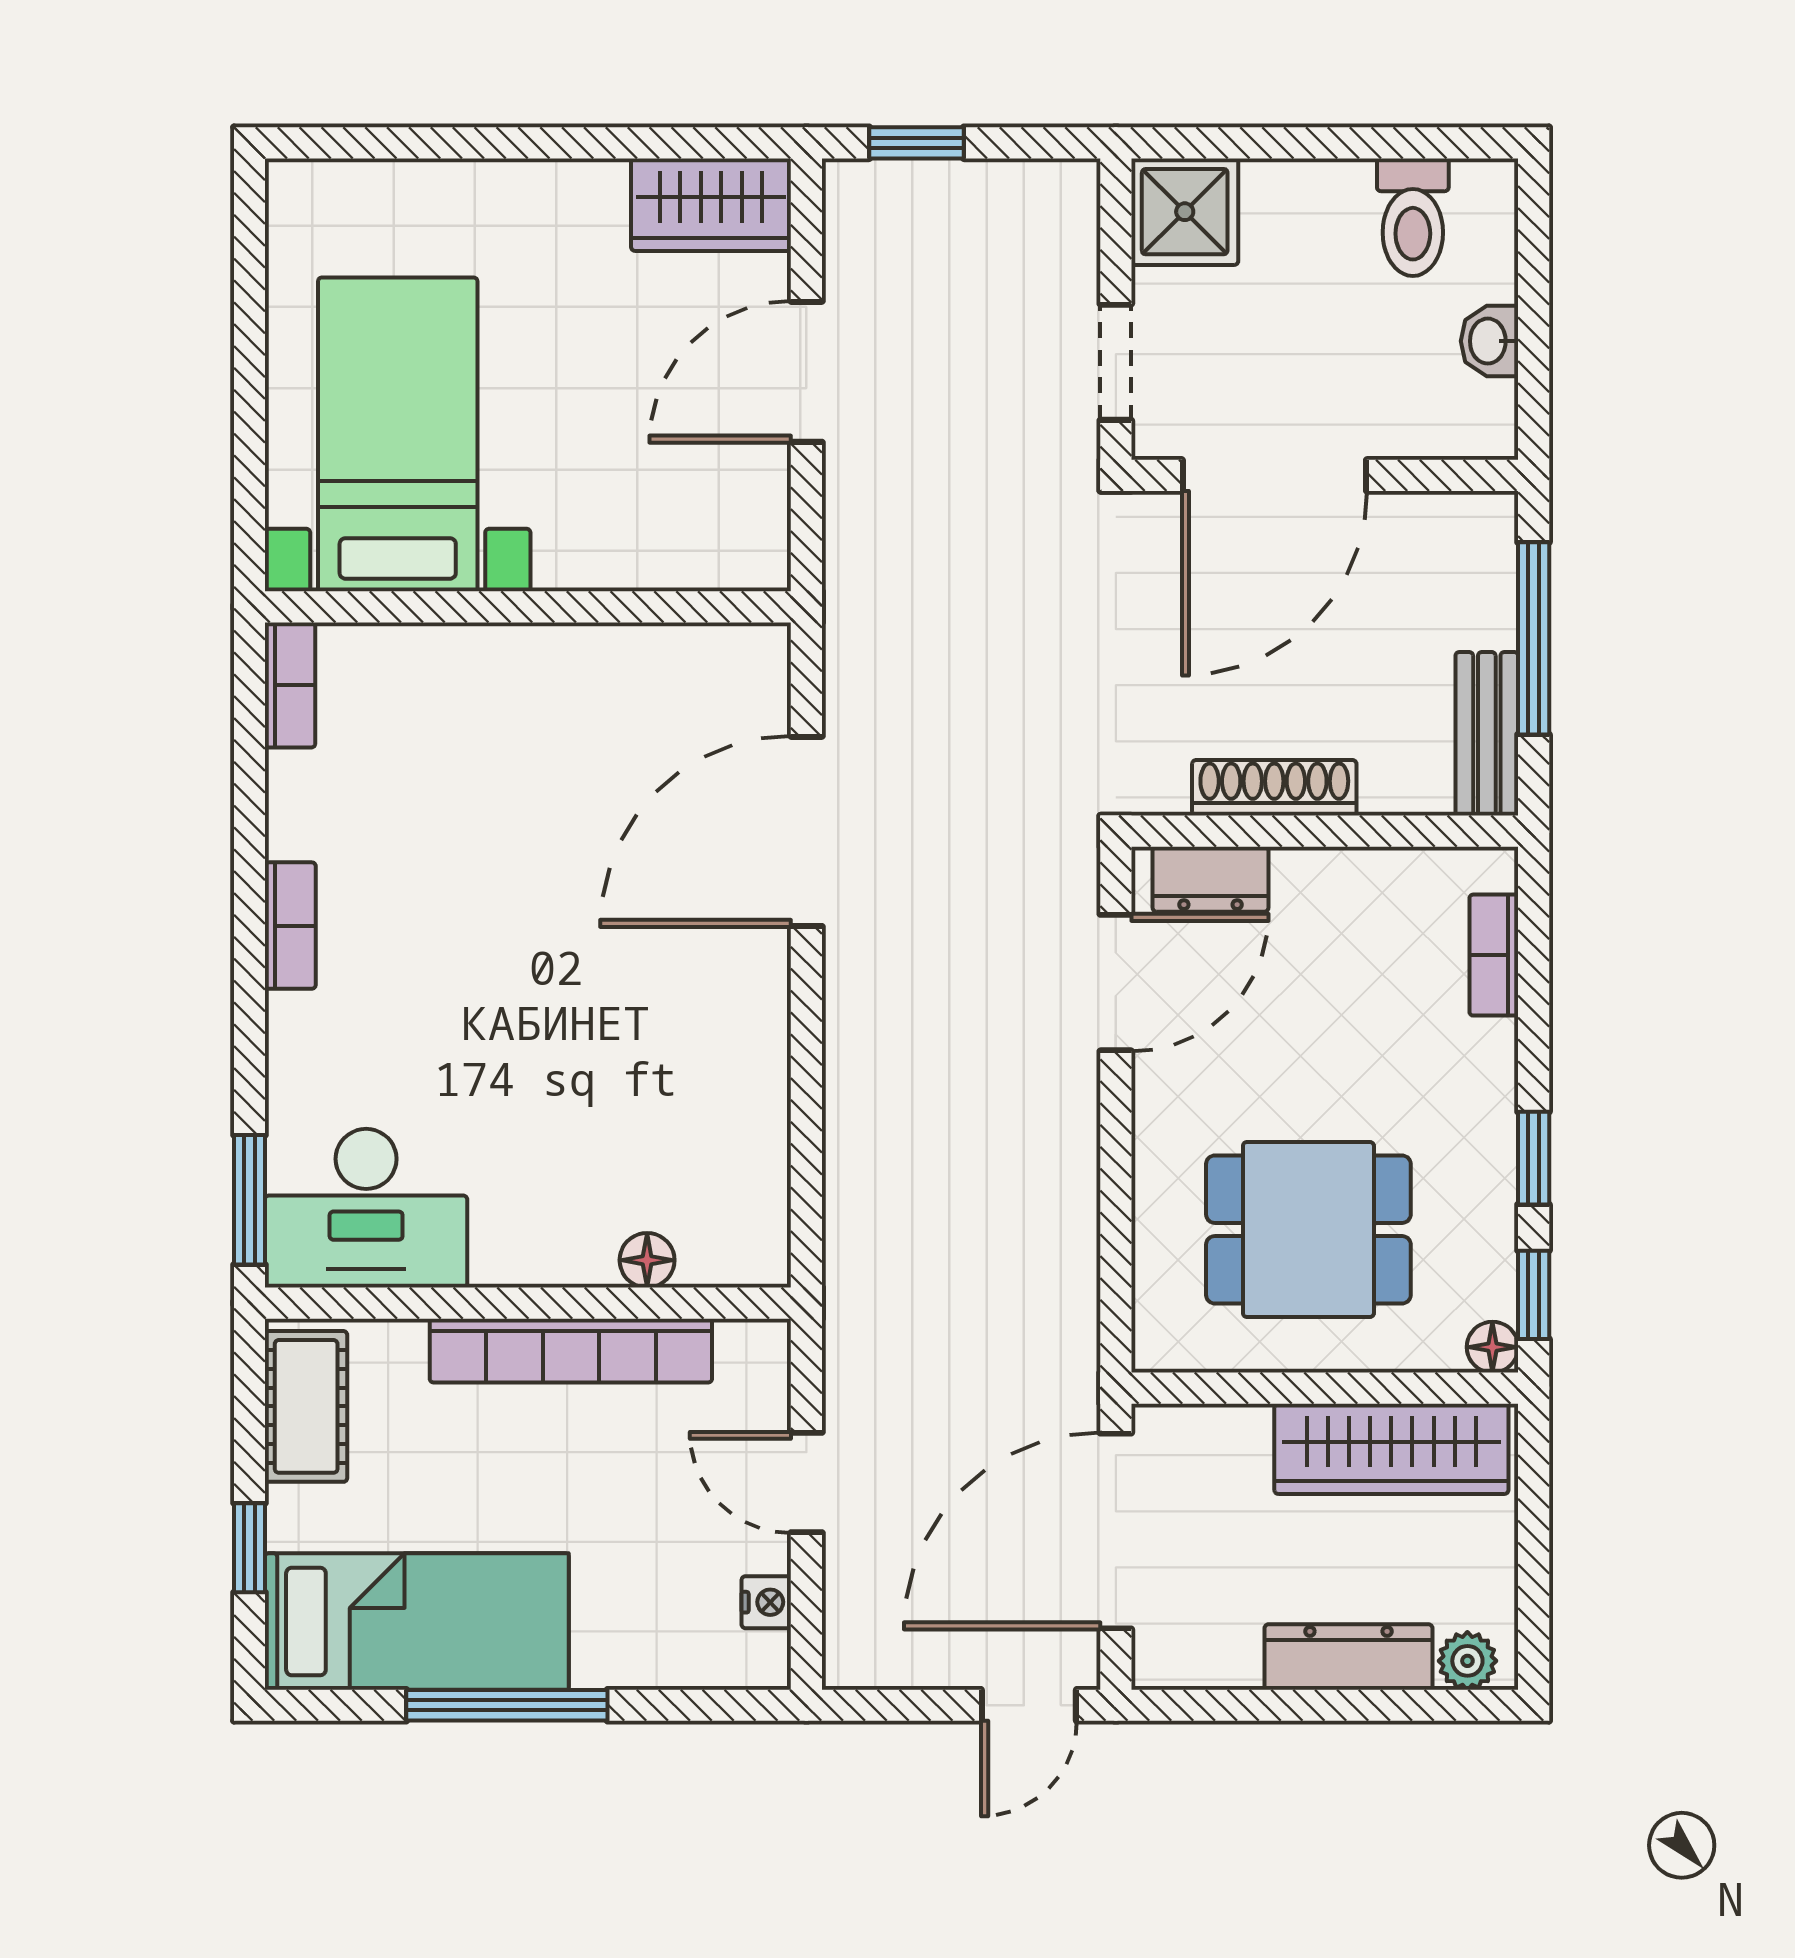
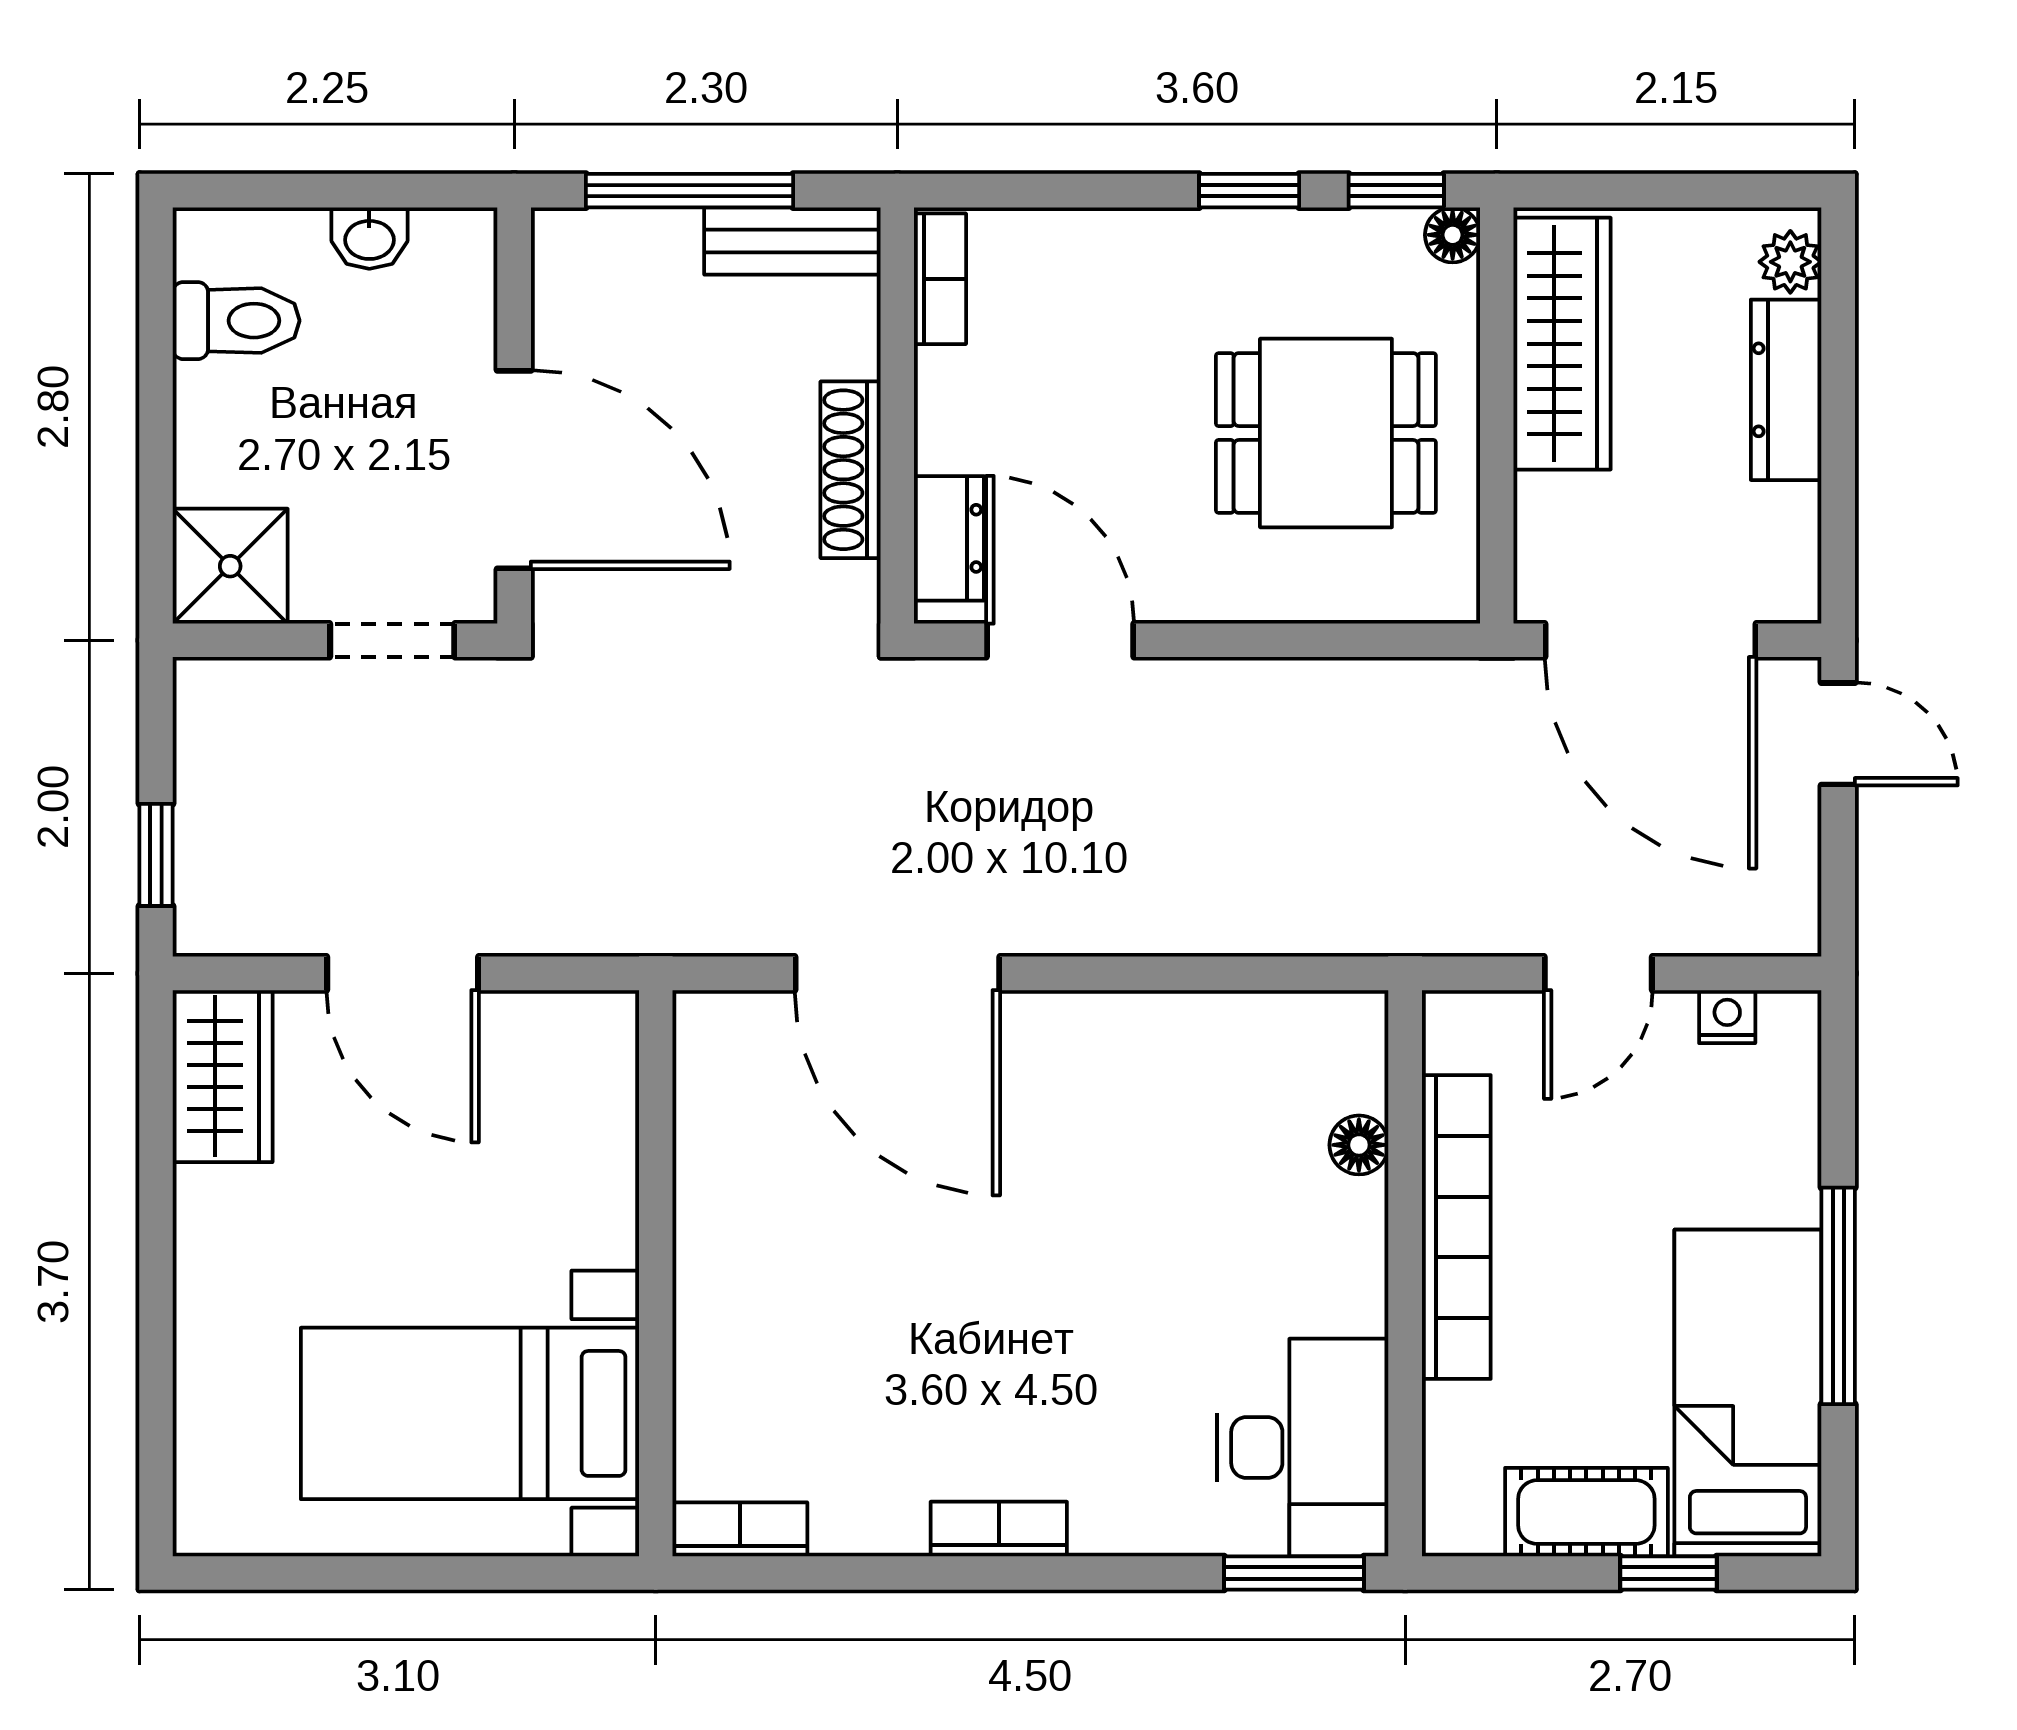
bookcase: (1494, 955) -> (940, 279), moved, turned -90
dining table: (1308, 1229) -> (1326, 433), turned 90
cot: (306, 1406) -> (1586, 1512), moved

